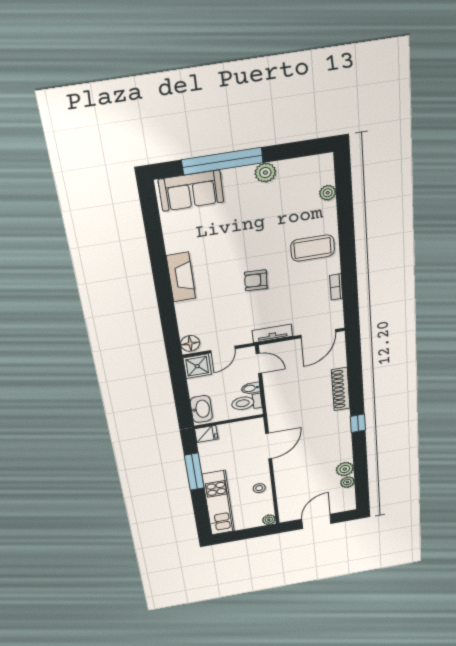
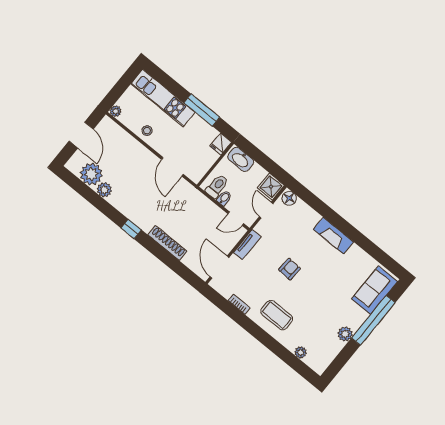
coffee table: (313, 248) -> (277, 315), turned 90
plant: (347, 482) -> (91, 174), width x1.88, depth x1.88

